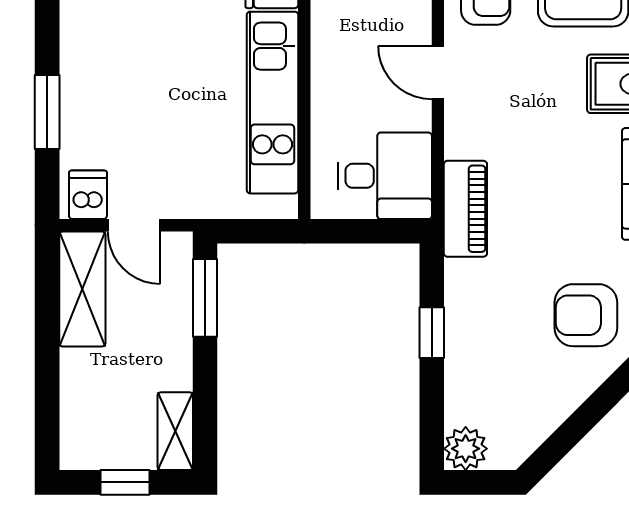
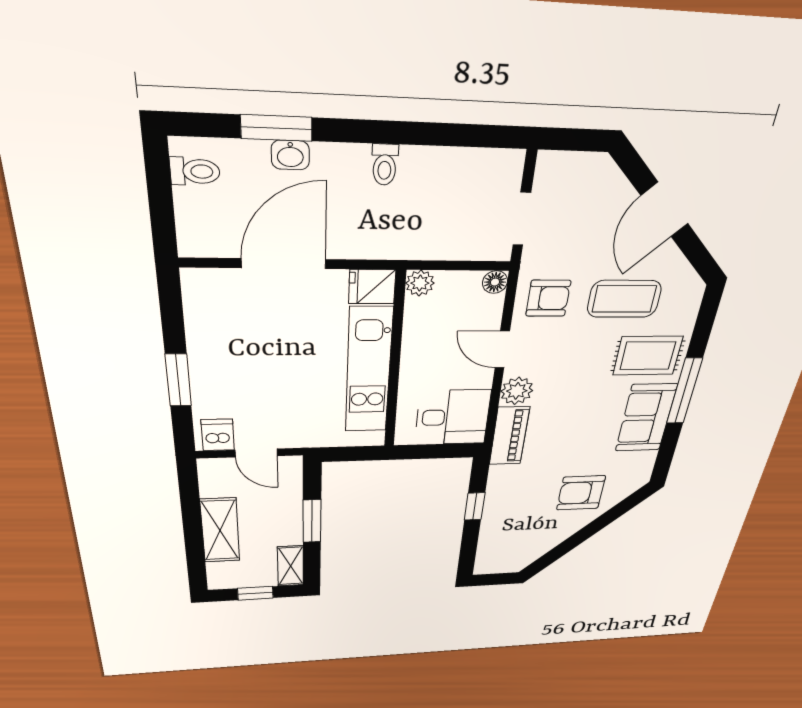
shelving: (82, 289) -> (220, 530), moved
window: (205, 298) -> (312, 521), moved
plant: (466, 449) -> (517, 391), moved

